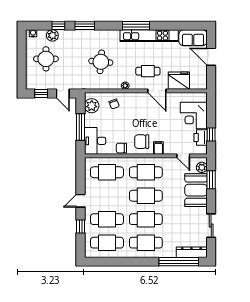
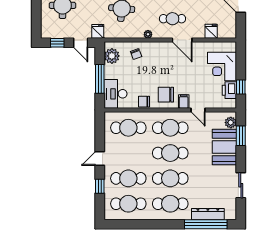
fridge: (179, 81) -> (211, 31), width x0.53, depth x0.75
fridge: (79, 83) -> (98, 31), added
door: (183, 156) -> (198, 110), moved
dresser: (191, 252) -> (208, 214), moved

